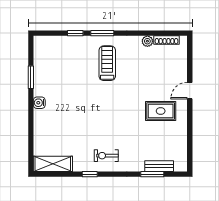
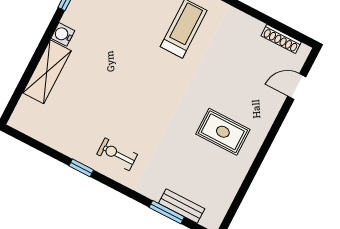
plant: (147, 41) -> (254, 27), removed
door: (190, 91) -> (297, 86), moved
shelving: (53, 164) -> (47, 72), moved, turned 90

